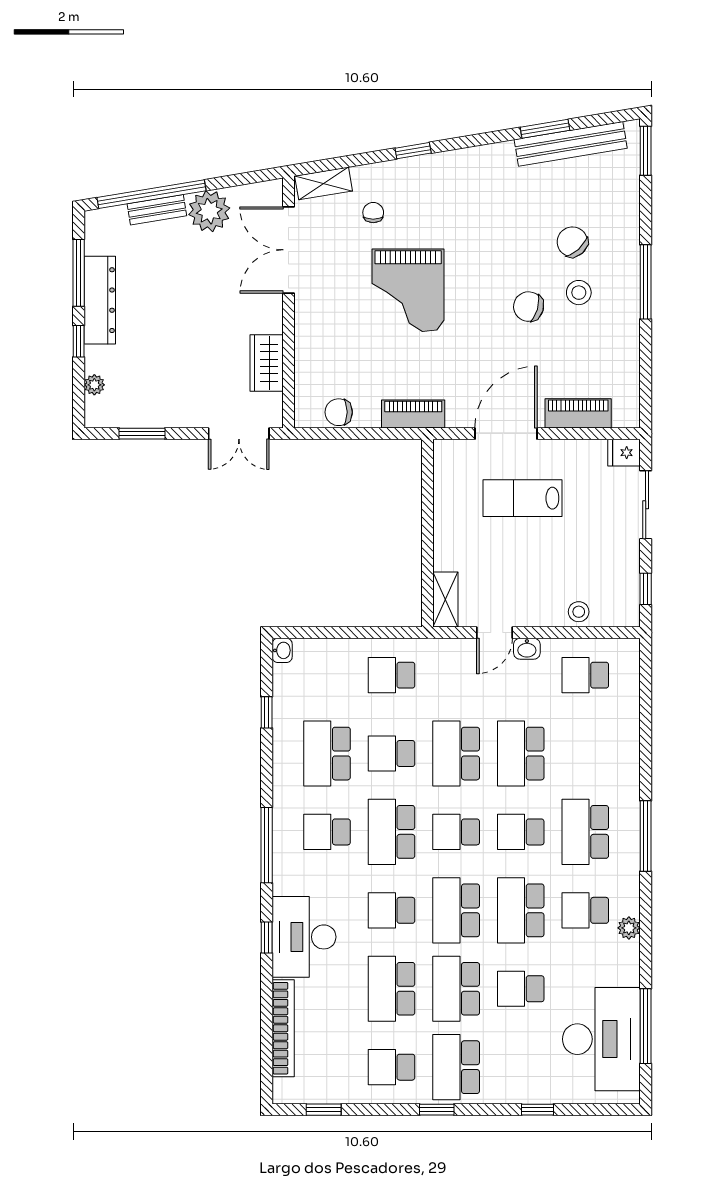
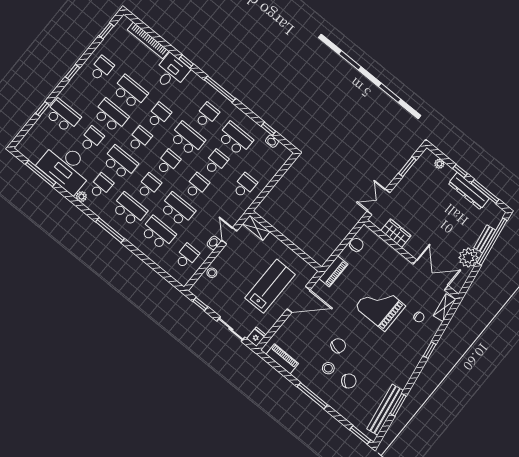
piano: (578, 413) -> (282, 359), moved, turned -90
door: (506, 434) -> (299, 299), hinge flipped
lab bench: (522, 498) -> (270, 286), width x1.36, depth x1.39
washbasin: (282, 650) -> (272, 141), moved
school desk: (456, 754) -> (197, 186), width x0.54
school desk: (585, 754) -> (158, 233), added
school desk: (456, 910) -> (139, 139), width x0.54
desk: (304, 937) -> (171, 72), width x0.73
desk: (601, 1039) -> (66, 167), moved
school desk: (456, 1067) -> (63, 116), moved

